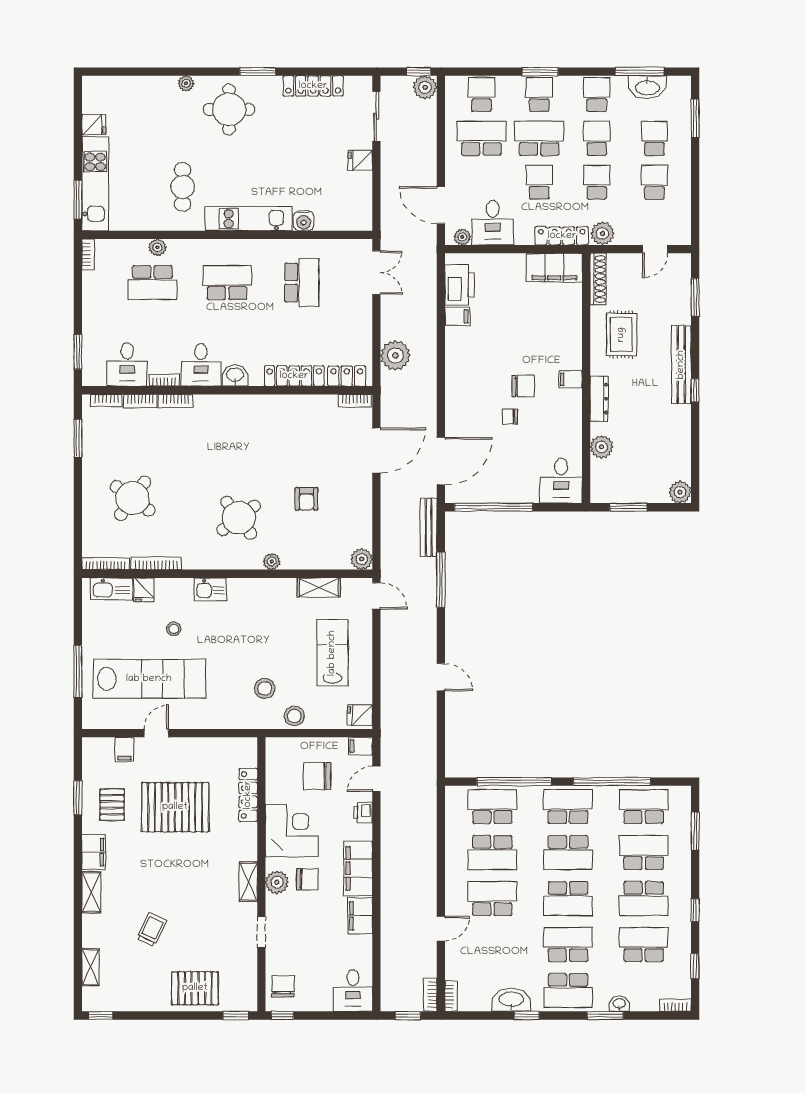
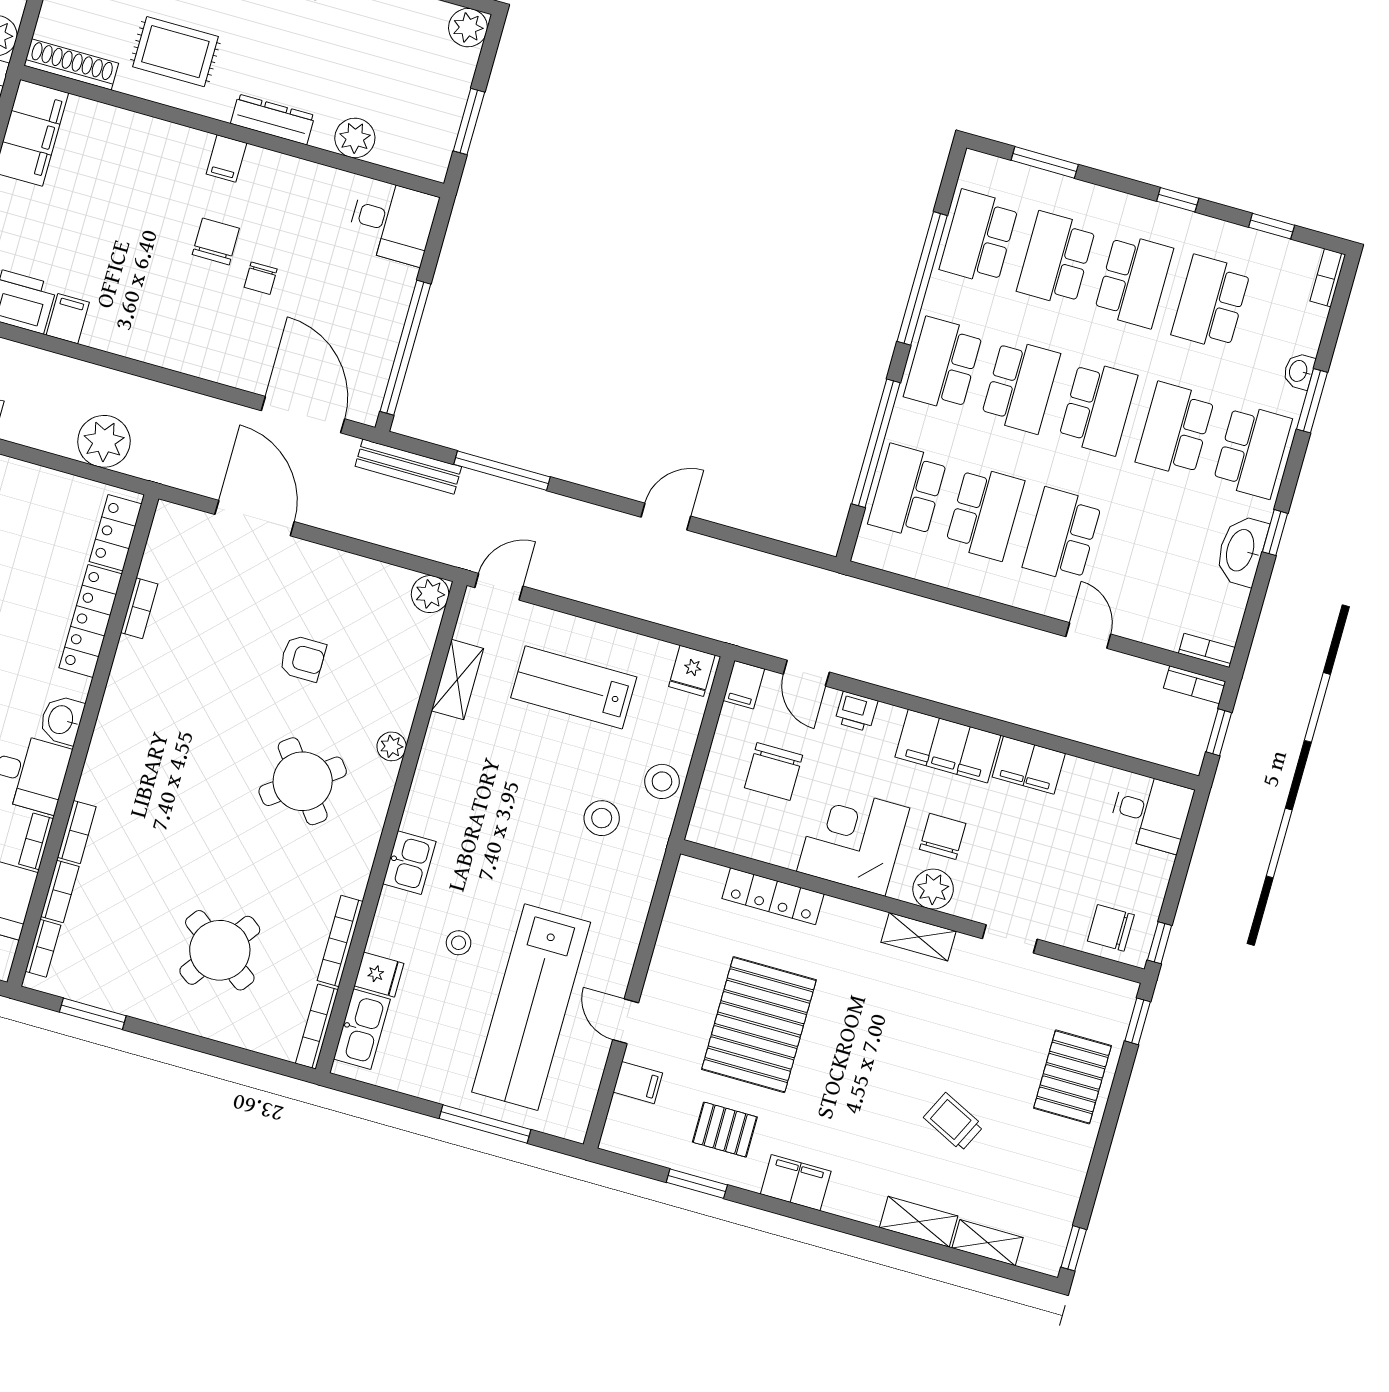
bookcase: (355, 401) -> (139, 608), moved
lab bench: (149, 679) -> (531, 1007), turned 180
shelving: (91, 892) -> (919, 1222), moved

